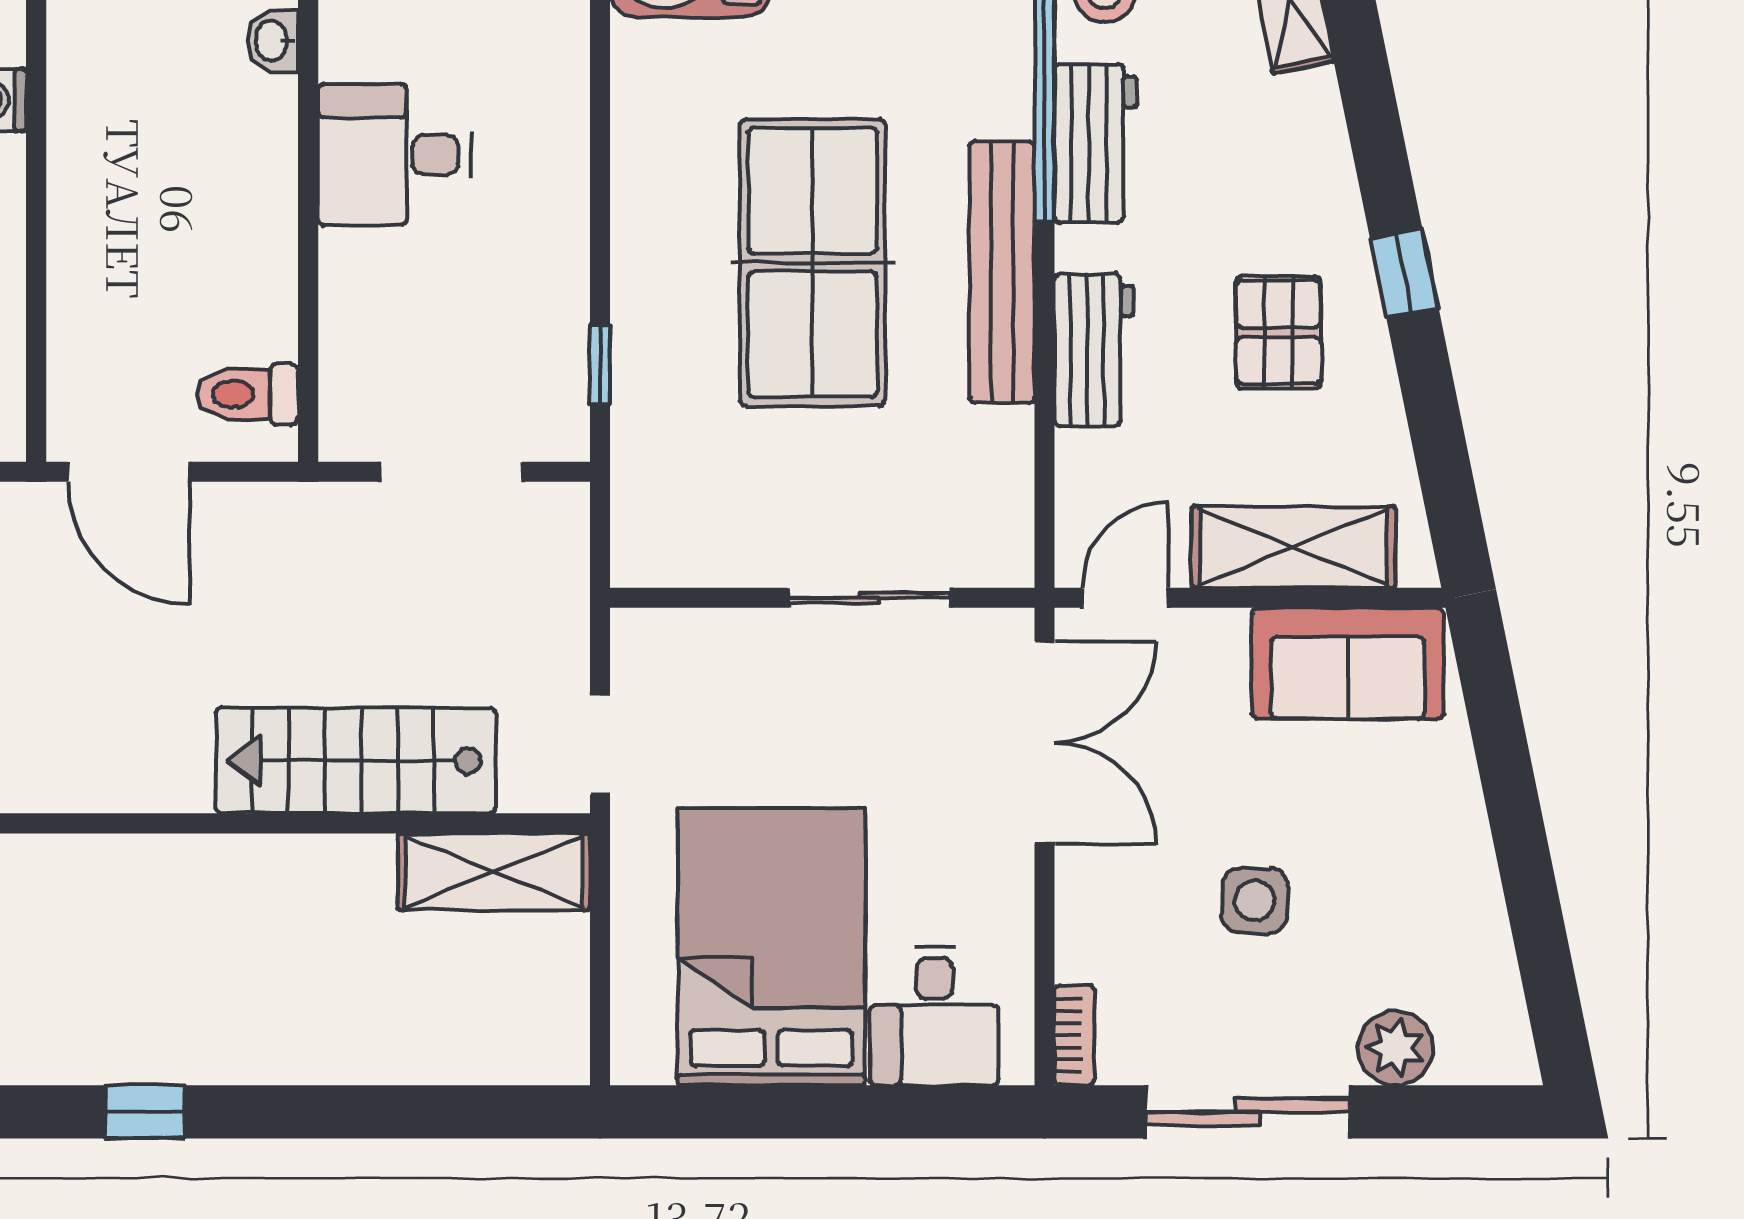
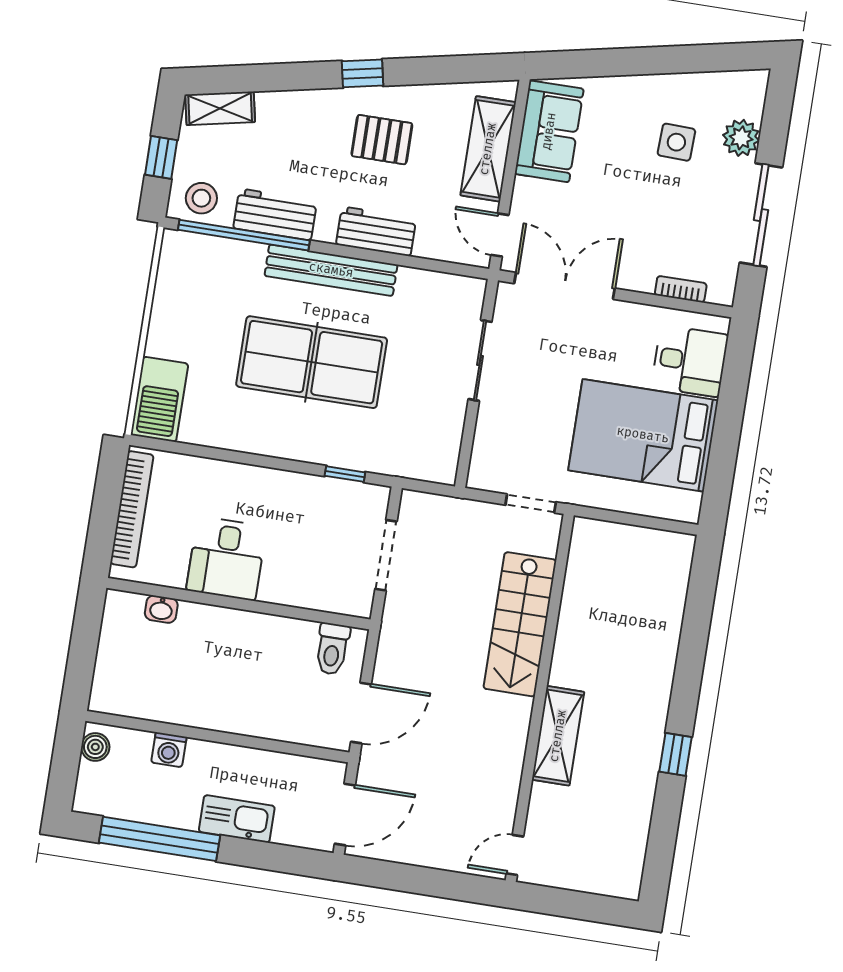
shelving: (494, 872) -> (558, 736), moved
side table: (1255, 900) -> (676, 142), moved
bookcase: (1075, 1035) -> (681, 289), moved

